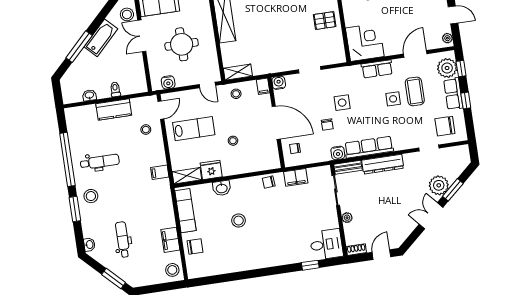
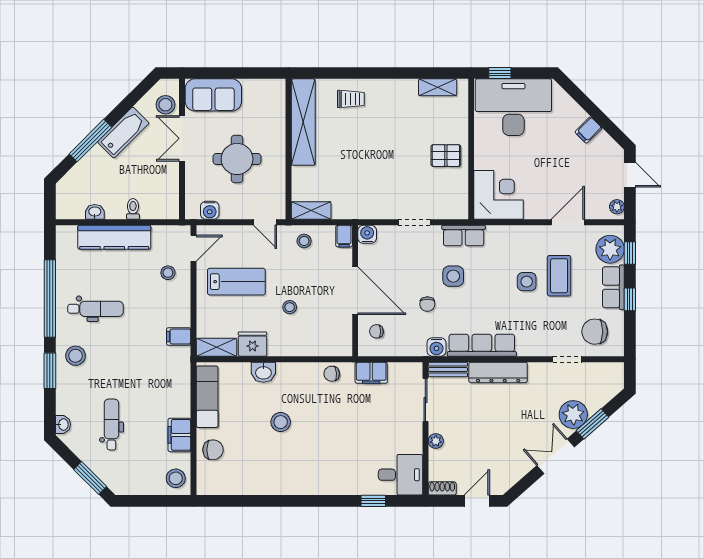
row of seats: (377, 69) -> (464, 236), moved
kitchen counter: (114, 109) -> (114, 237), width x1.50

